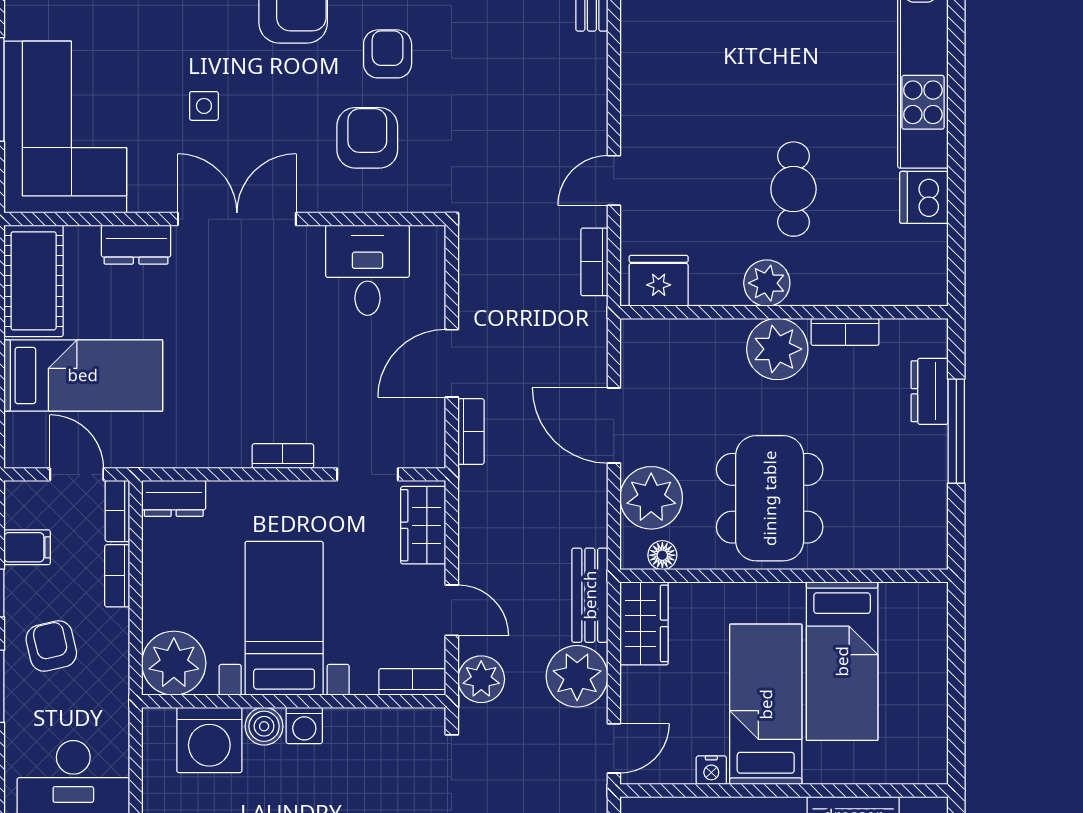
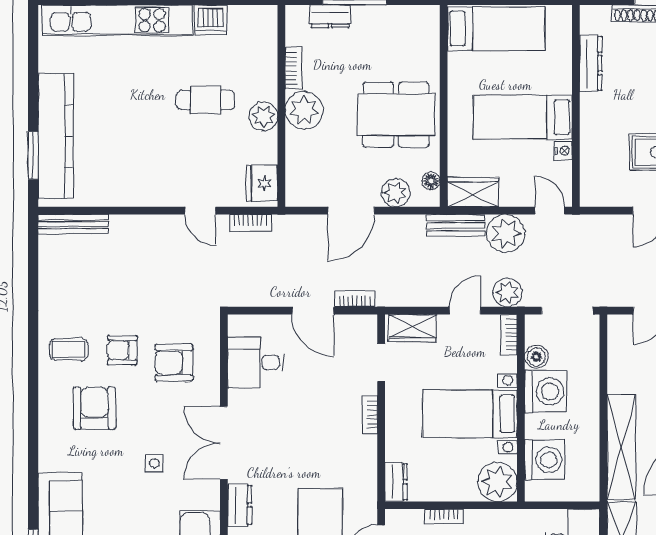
plant: (651, 498) -> (396, 193), width x0.73, depth x0.73
bookcase: (117, 511) -> (404, 517), removed
bed: (842, 661) -> (496, 29), moved
washing machine: (304, 725) -> (546, 392), width x1.89, depth x1.89
boiler: (264, 726) -> (536, 357), moved

